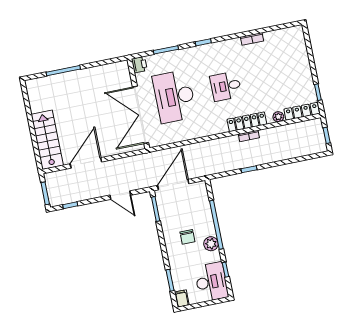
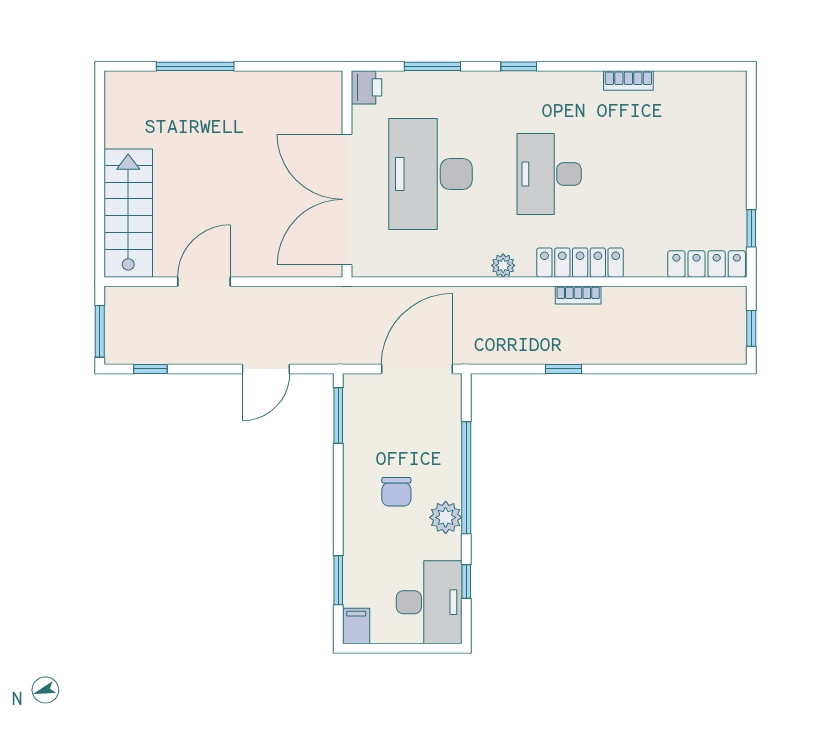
desk: (226, 86) -> (549, 174), width x1.37
plant: (278, 117) -> (503, 265), moved
door: (86, 163) -> (204, 282), width x0.73
door: (173, 185) -> (417, 369), moved
door: (120, 195) -> (266, 369), hinge flipped

